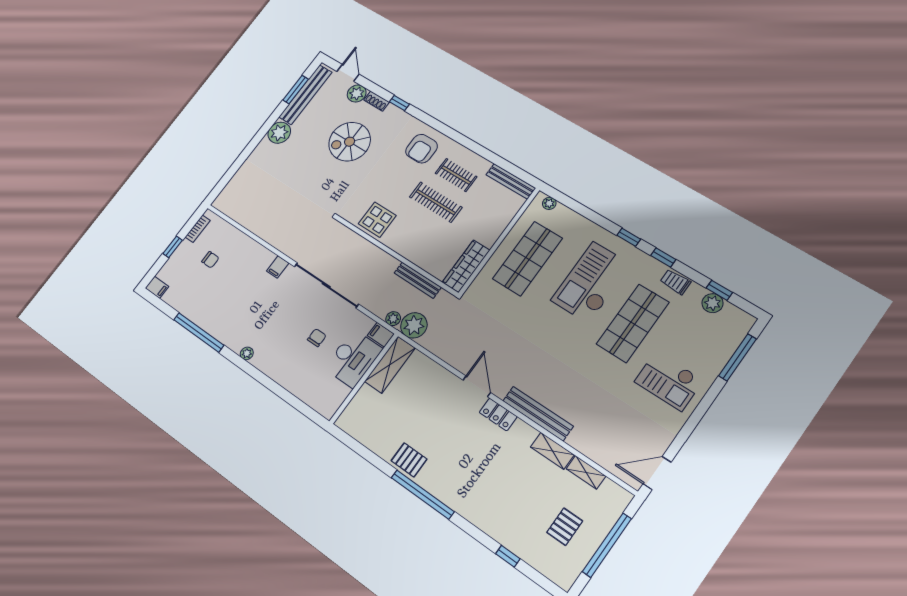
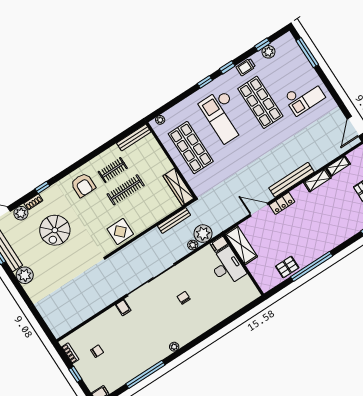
filing cabinet: (381, 335) -> (219, 244), moved
desk: (353, 358) -> (227, 267), moved
shelving: (390, 365) -> (241, 245), moved
wall: (364, 378) -> (243, 264), moved

